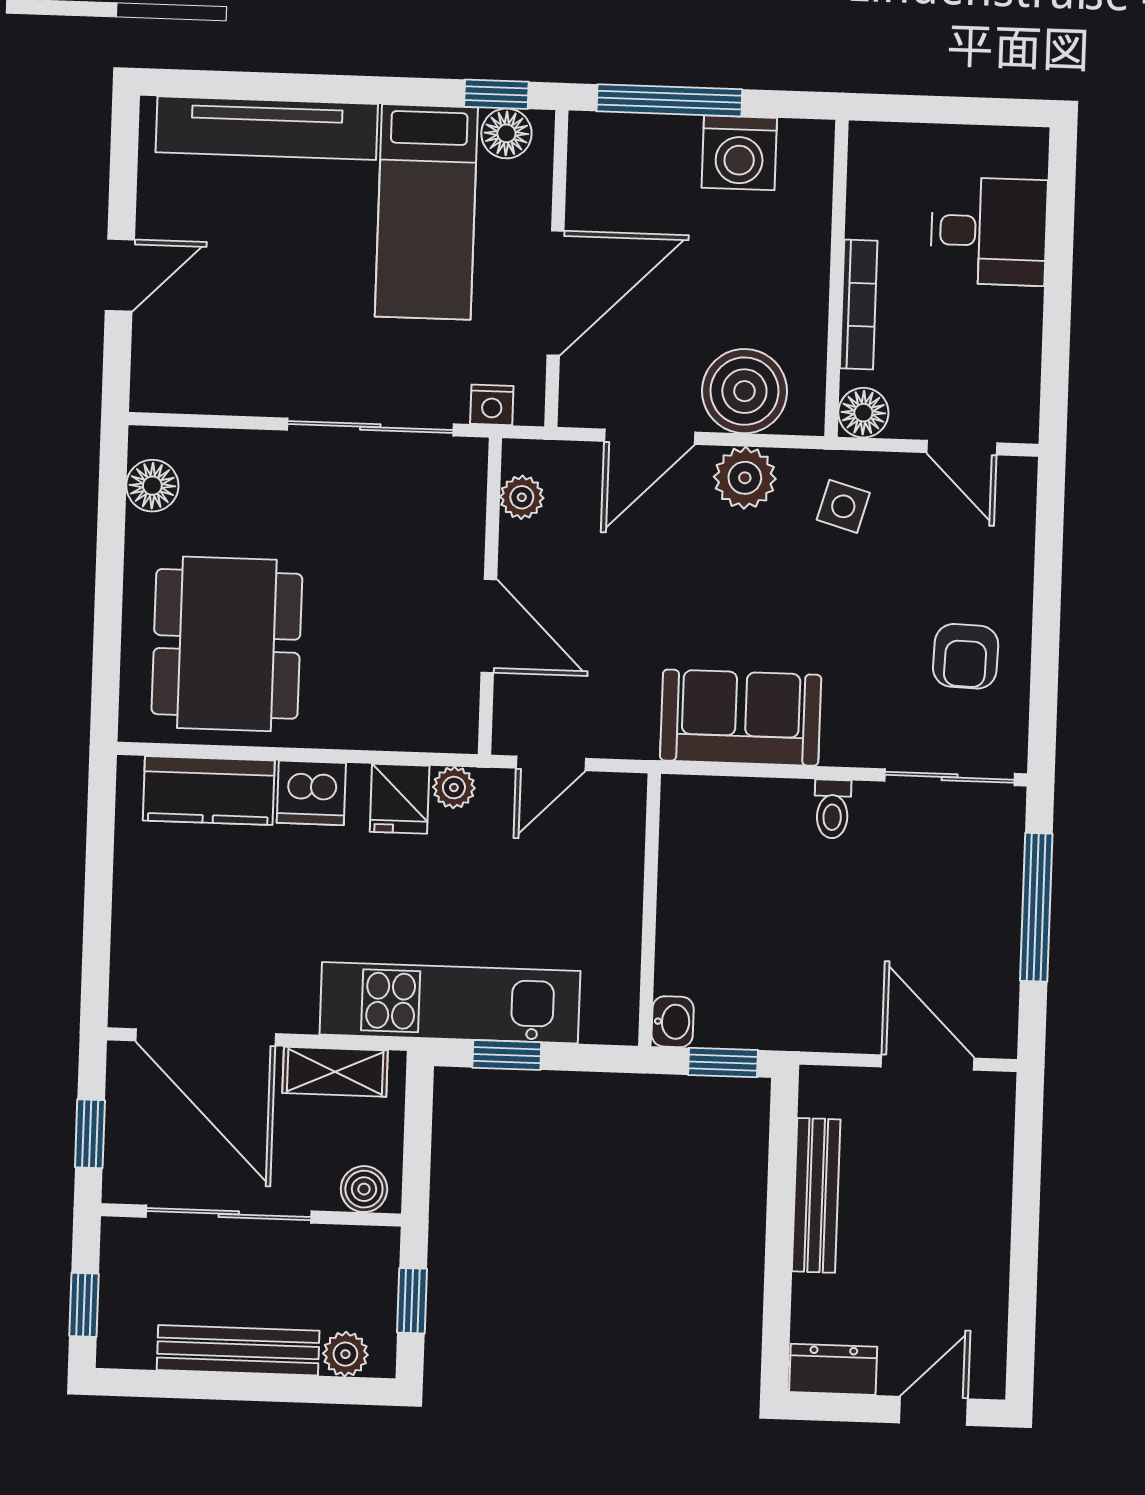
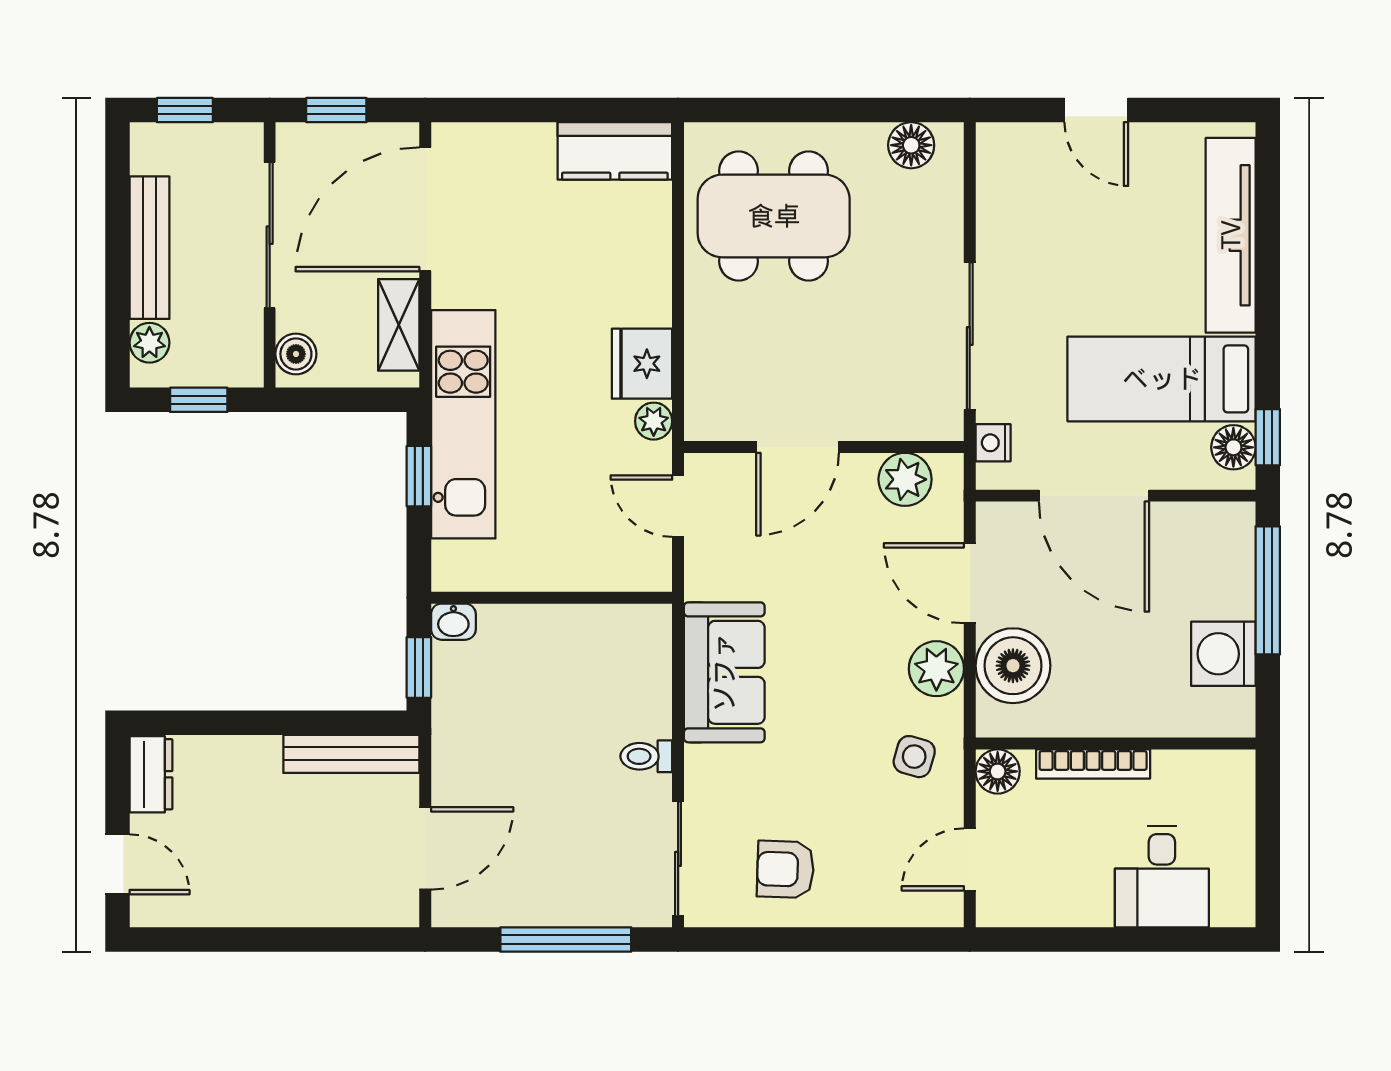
plant: (522, 497) -> (905, 479), width x1.38, depth x1.38
kitchen counter: (209, 790) -> (615, 151), moved, turned -90
dishwasher: (311, 793) -> (645, 295), removed
fridge: (400, 799) -> (642, 364), width x1.38
bench: (816, 1195) -> (351, 754), moved

